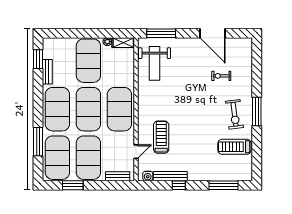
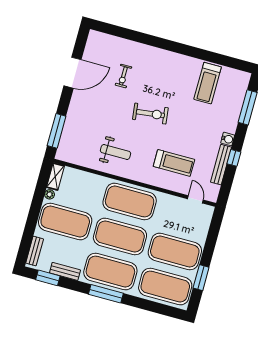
weight bench: (155, 63) -> (116, 152), moved, width x0.73, depth x0.75
window: (257, 111) -> (175, 47), removed
exercise bike: (235, 114) -> (150, 114), moved
treadmill: (161, 137) -> (174, 163), turned 180
window: (38, 142) -> (106, 294), moved
door: (136, 152) -> (195, 199), moved
bench: (118, 176) -> (35, 251), moved
water cooler: (148, 176) -> (228, 139), moved

